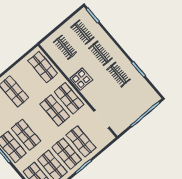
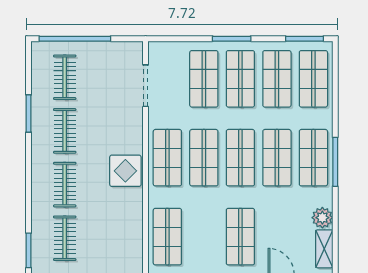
clothes rail: (65, 47) -> (65, 77), moved
shop shelf: (40, 123) -> (240, 158), added

